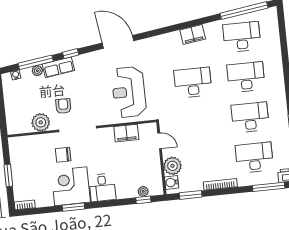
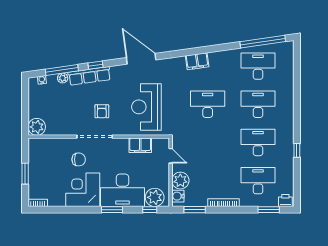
filing cabinet: (193, 34) -> (197, 61), moved
row of seats: (58, 67) -> (89, 76), width x1.48
armchair: (63, 106) -> (102, 111), moved, turned 180
plant: (41, 122) -> (37, 127), moved
chair: (63, 155) -> (79, 159), turned 180
desk: (102, 187) -> (123, 190), width x1.87, depth x1.30
window: (269, 187) -> (269, 210), width x0.69
plant: (143, 191) -> (155, 197), width x1.88, depth x1.88
window: (73, 207) -> (112, 210), moved

